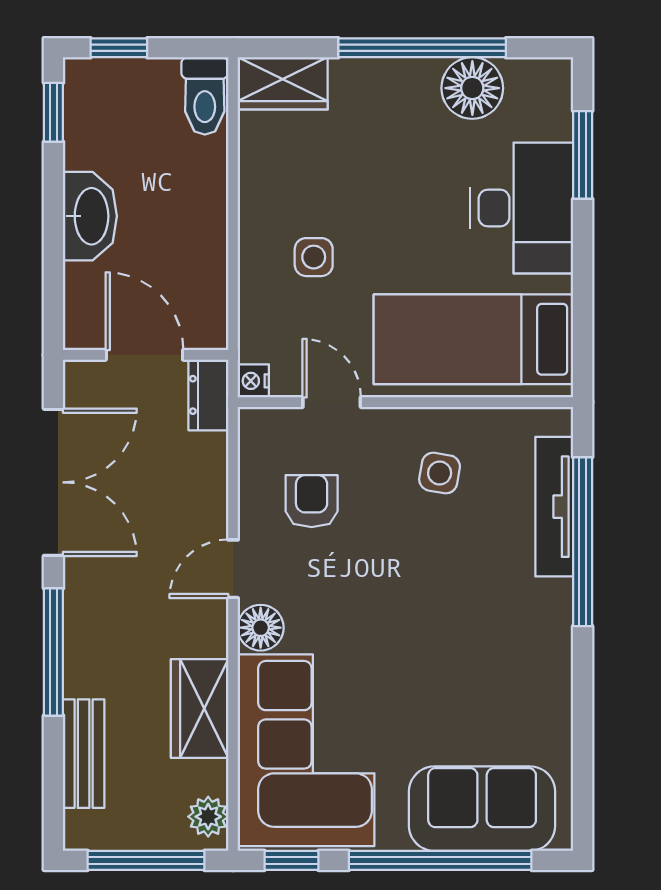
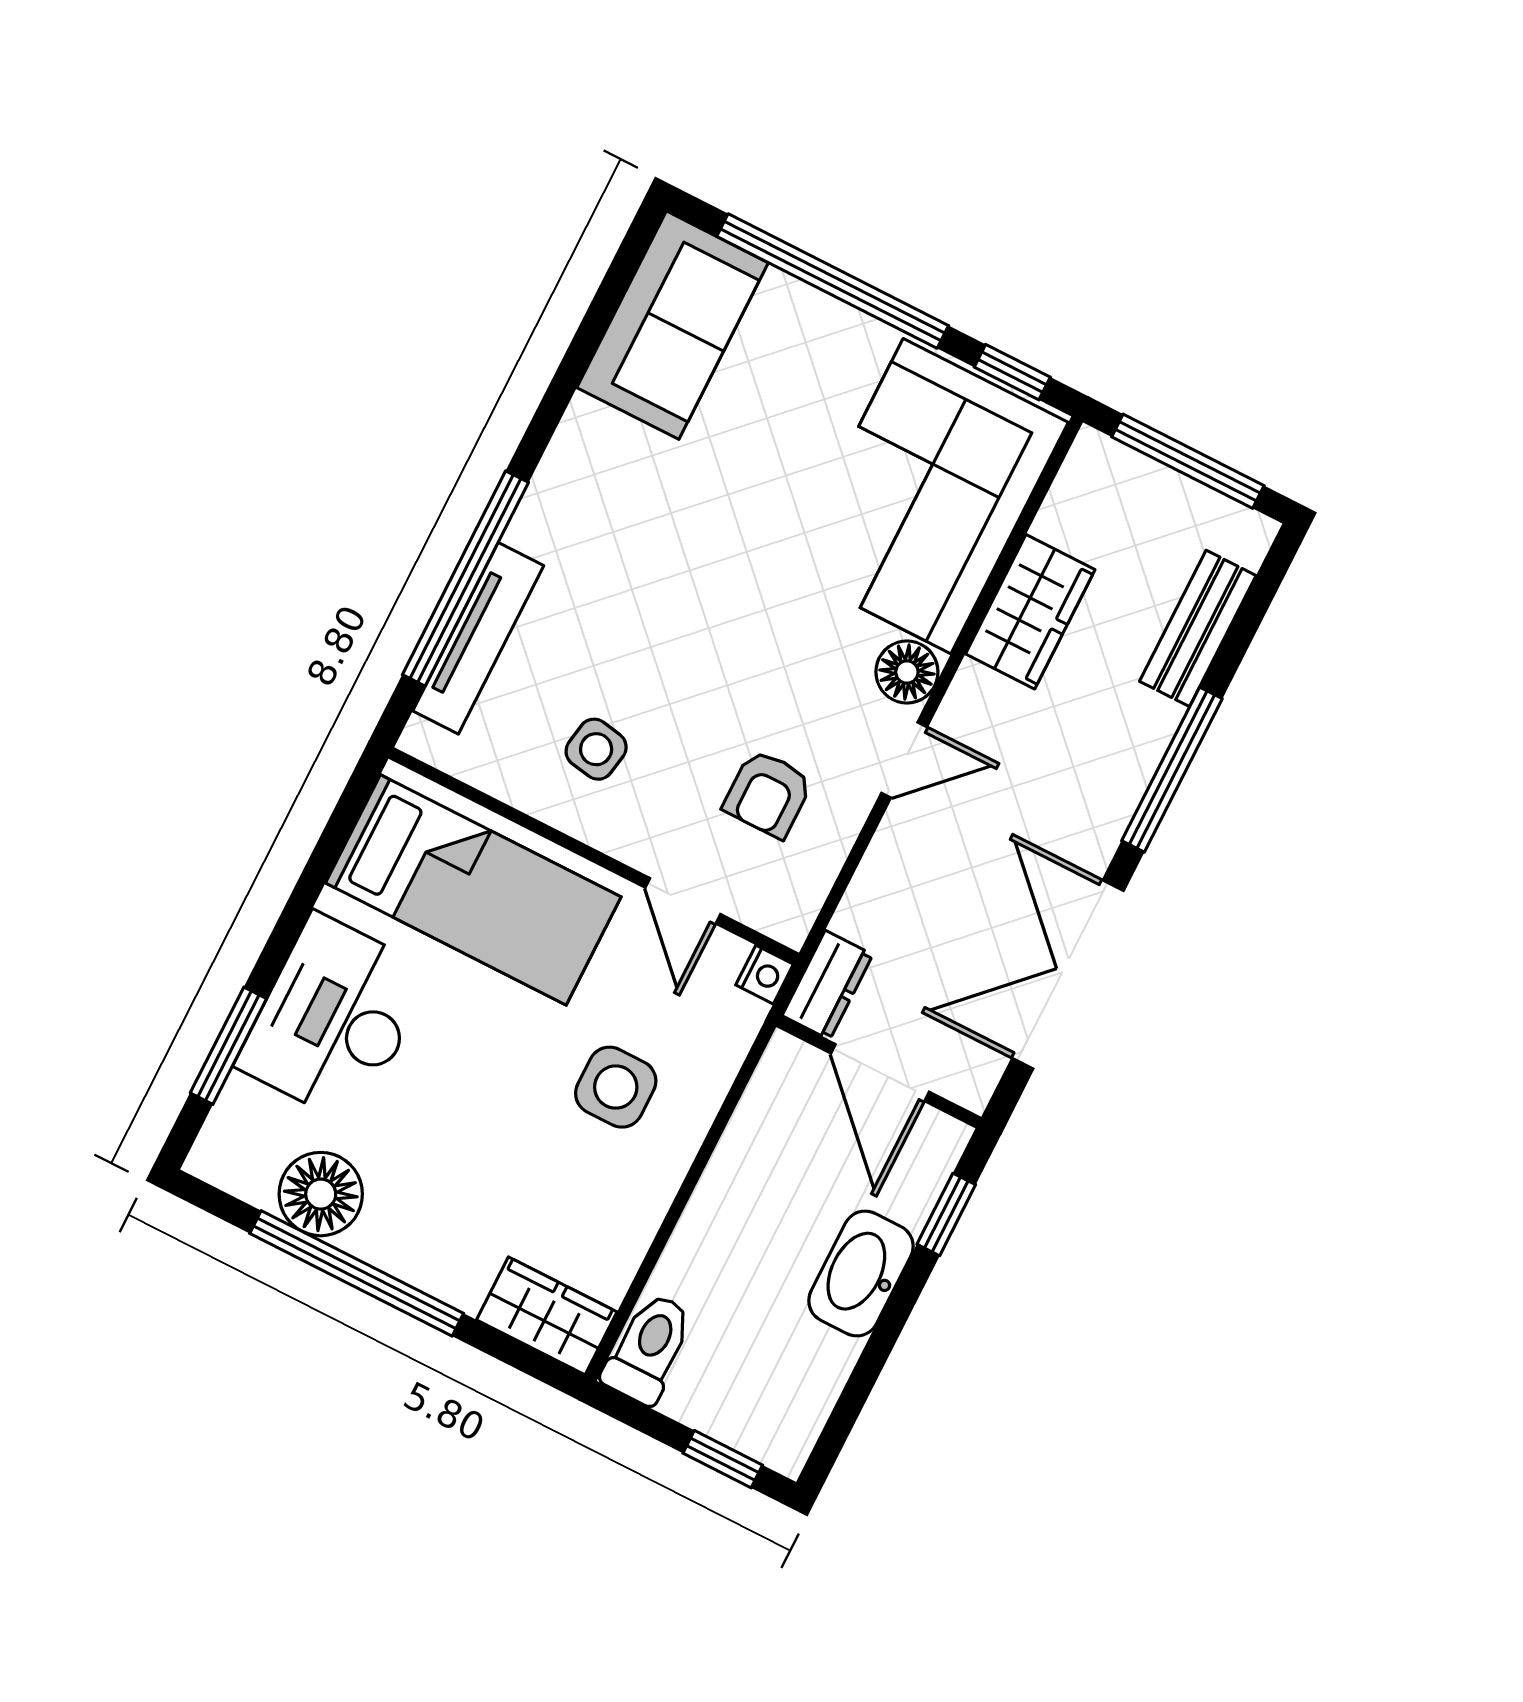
window: (53, 112) -> (946, 1214), moved
side table: (314, 257) -> (616, 1087), width x1.37, depth x1.37
sofa: (482, 809) -> (673, 325), moved, turned -90
plant: (208, 817) -> (1086, 476), removed

